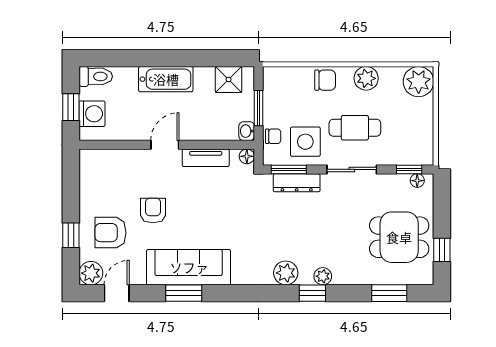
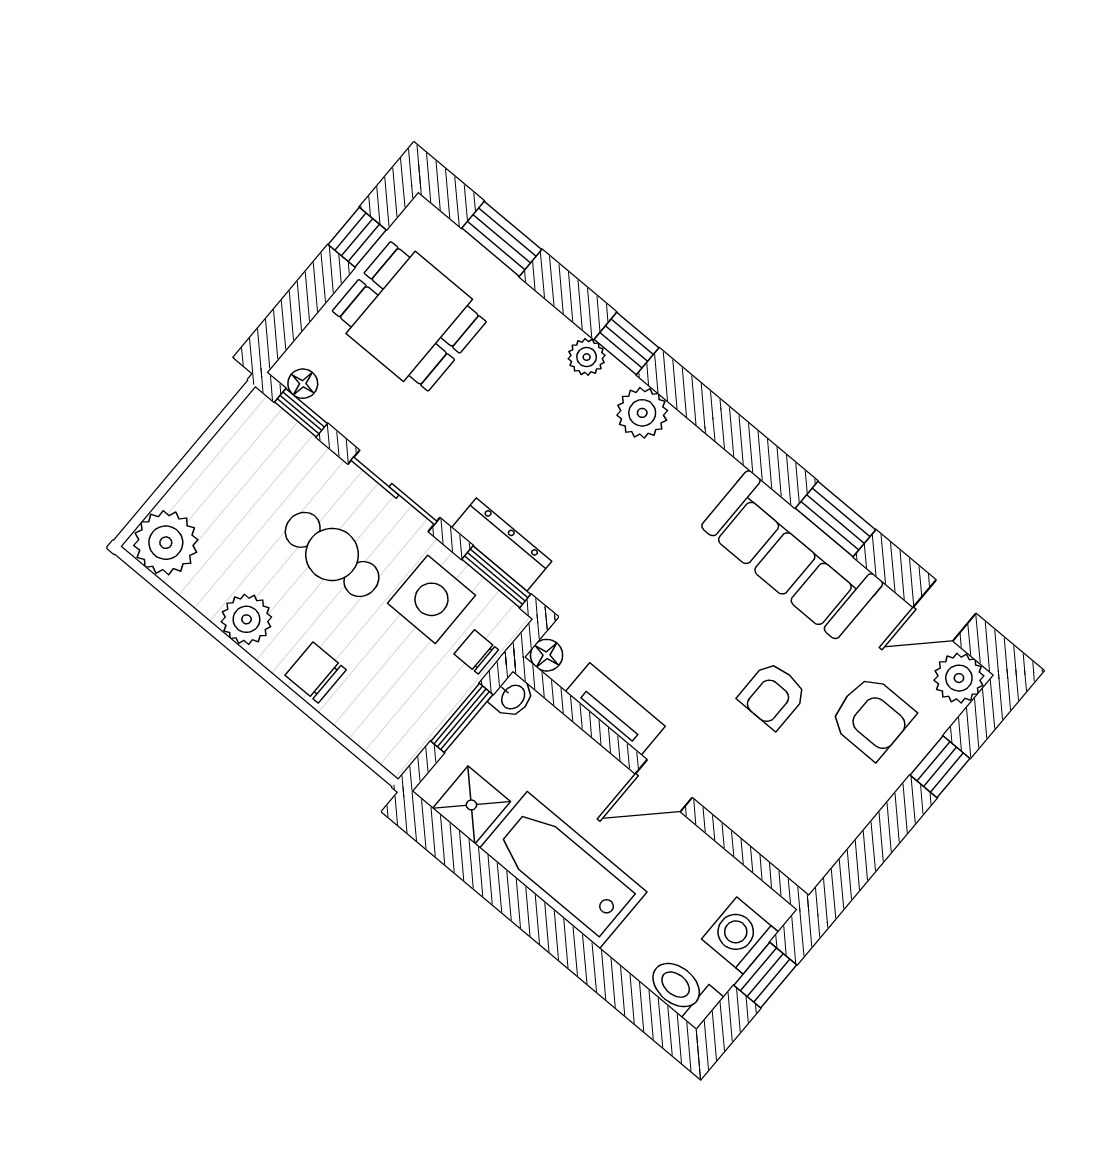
bathtub: (166, 79) -> (563, 870), width x1.36, depth x1.36

